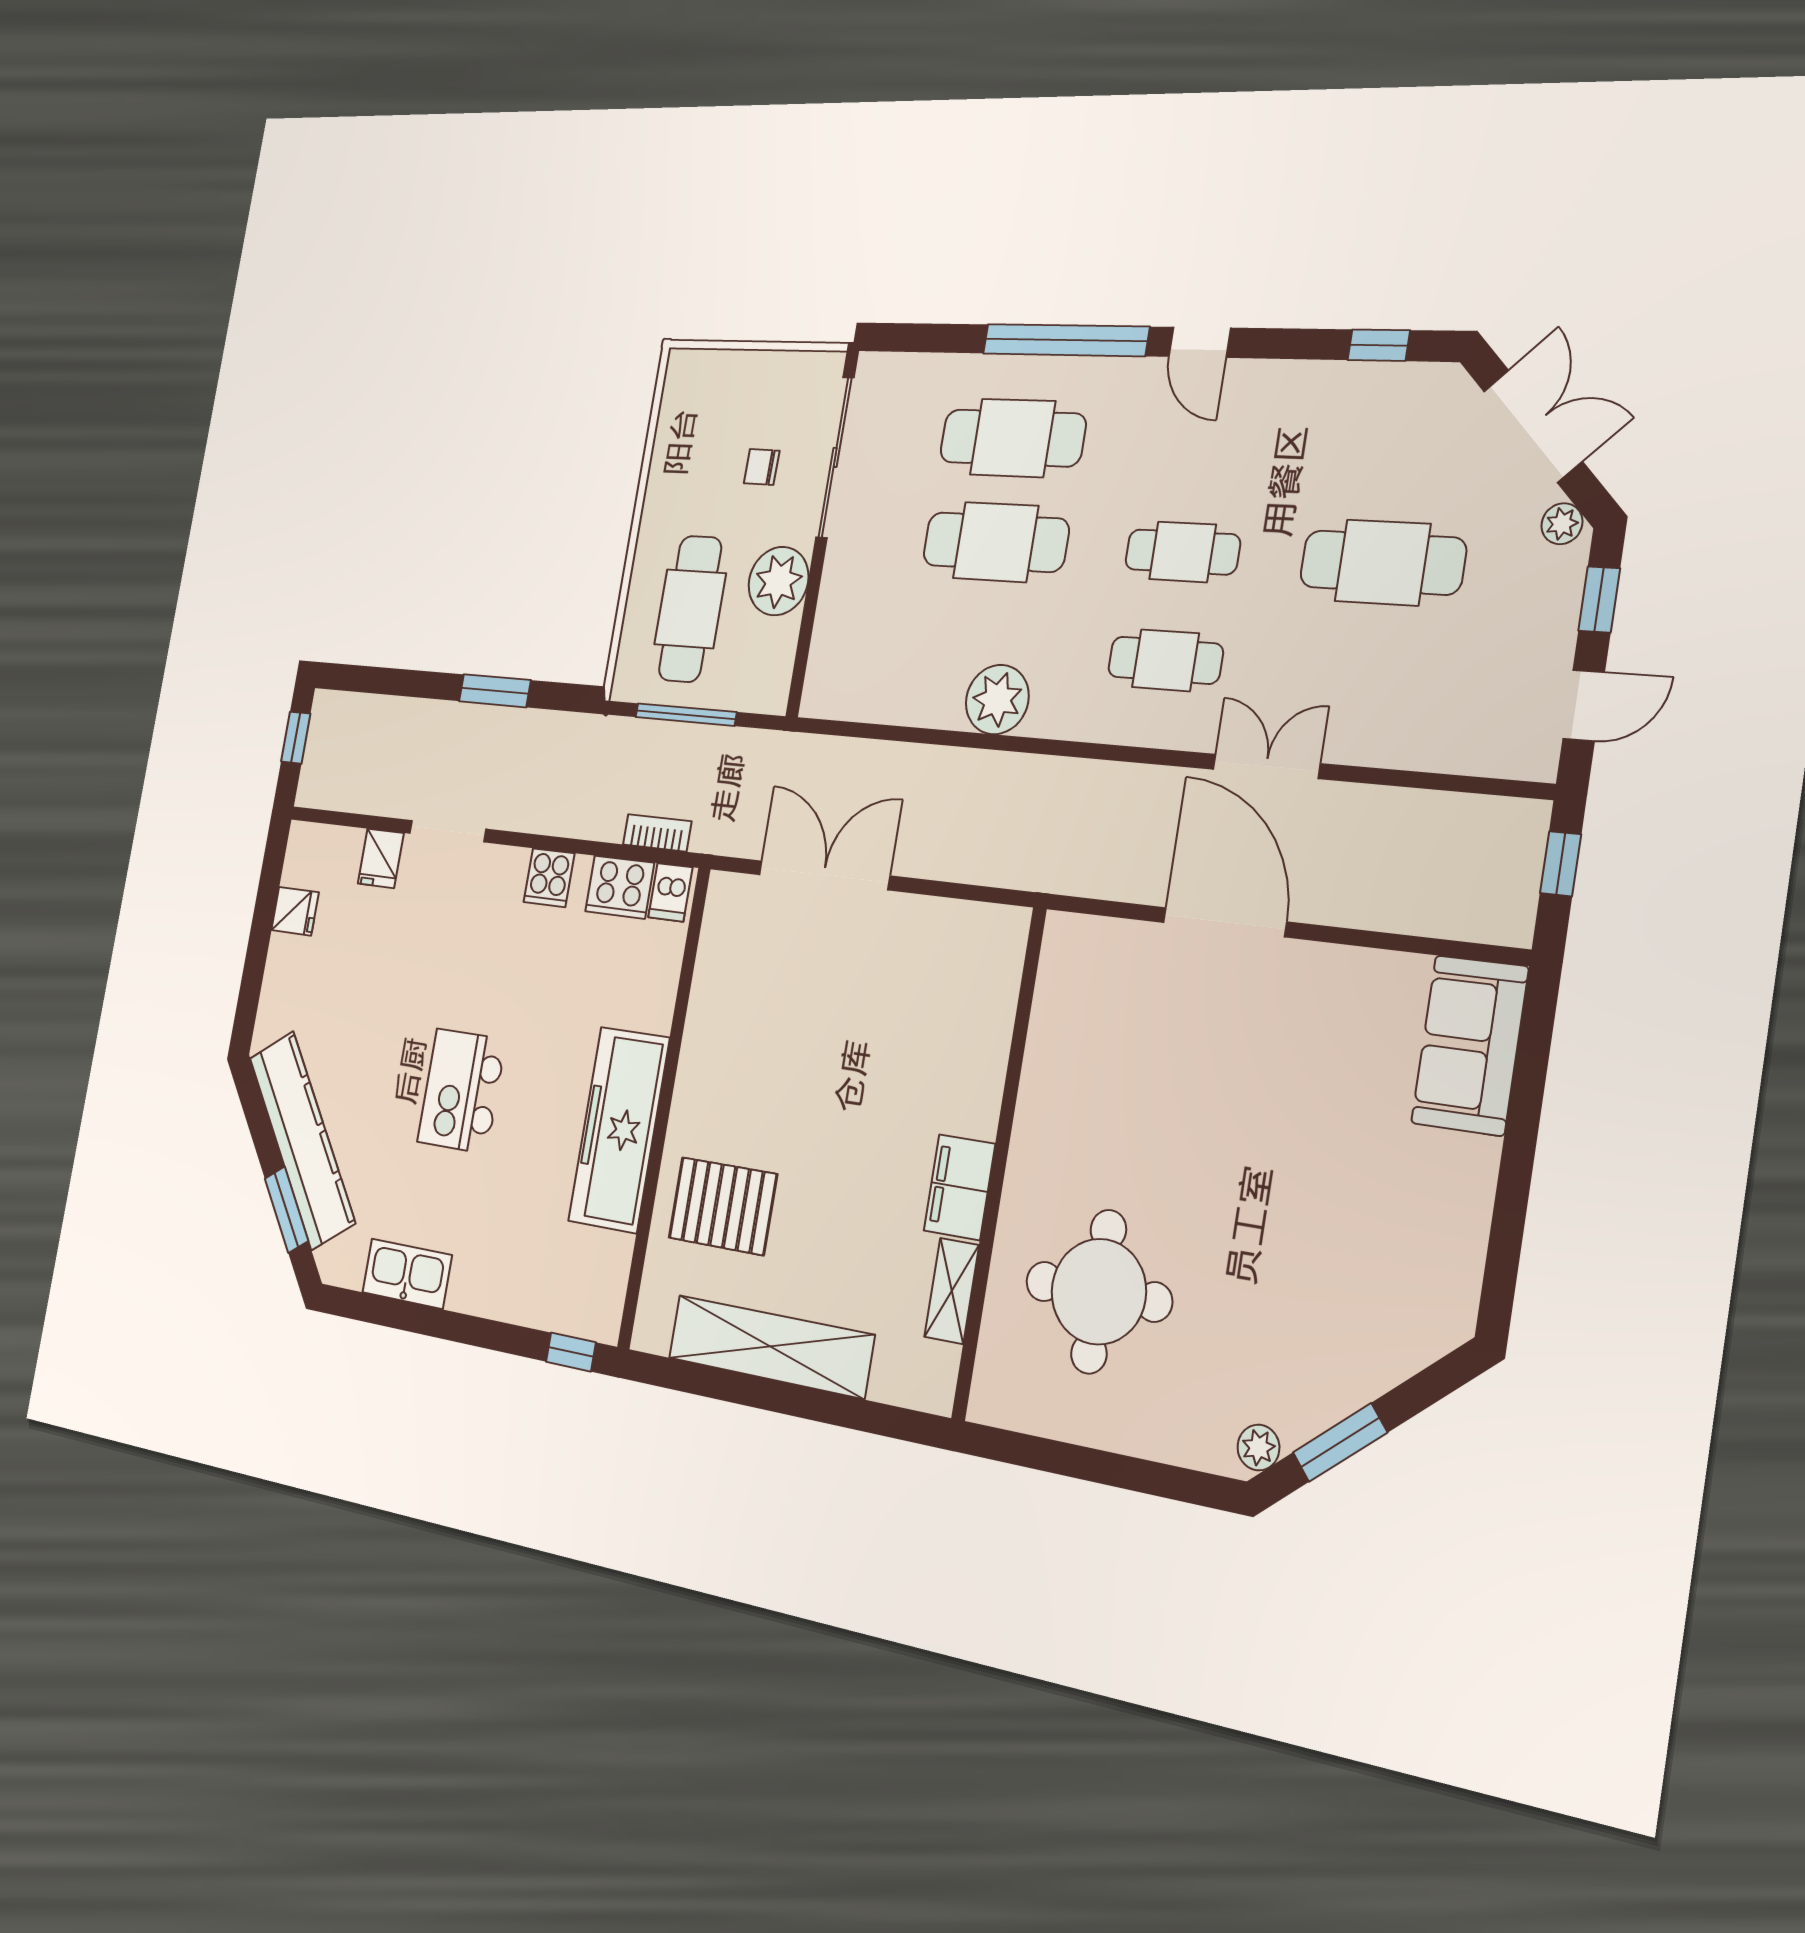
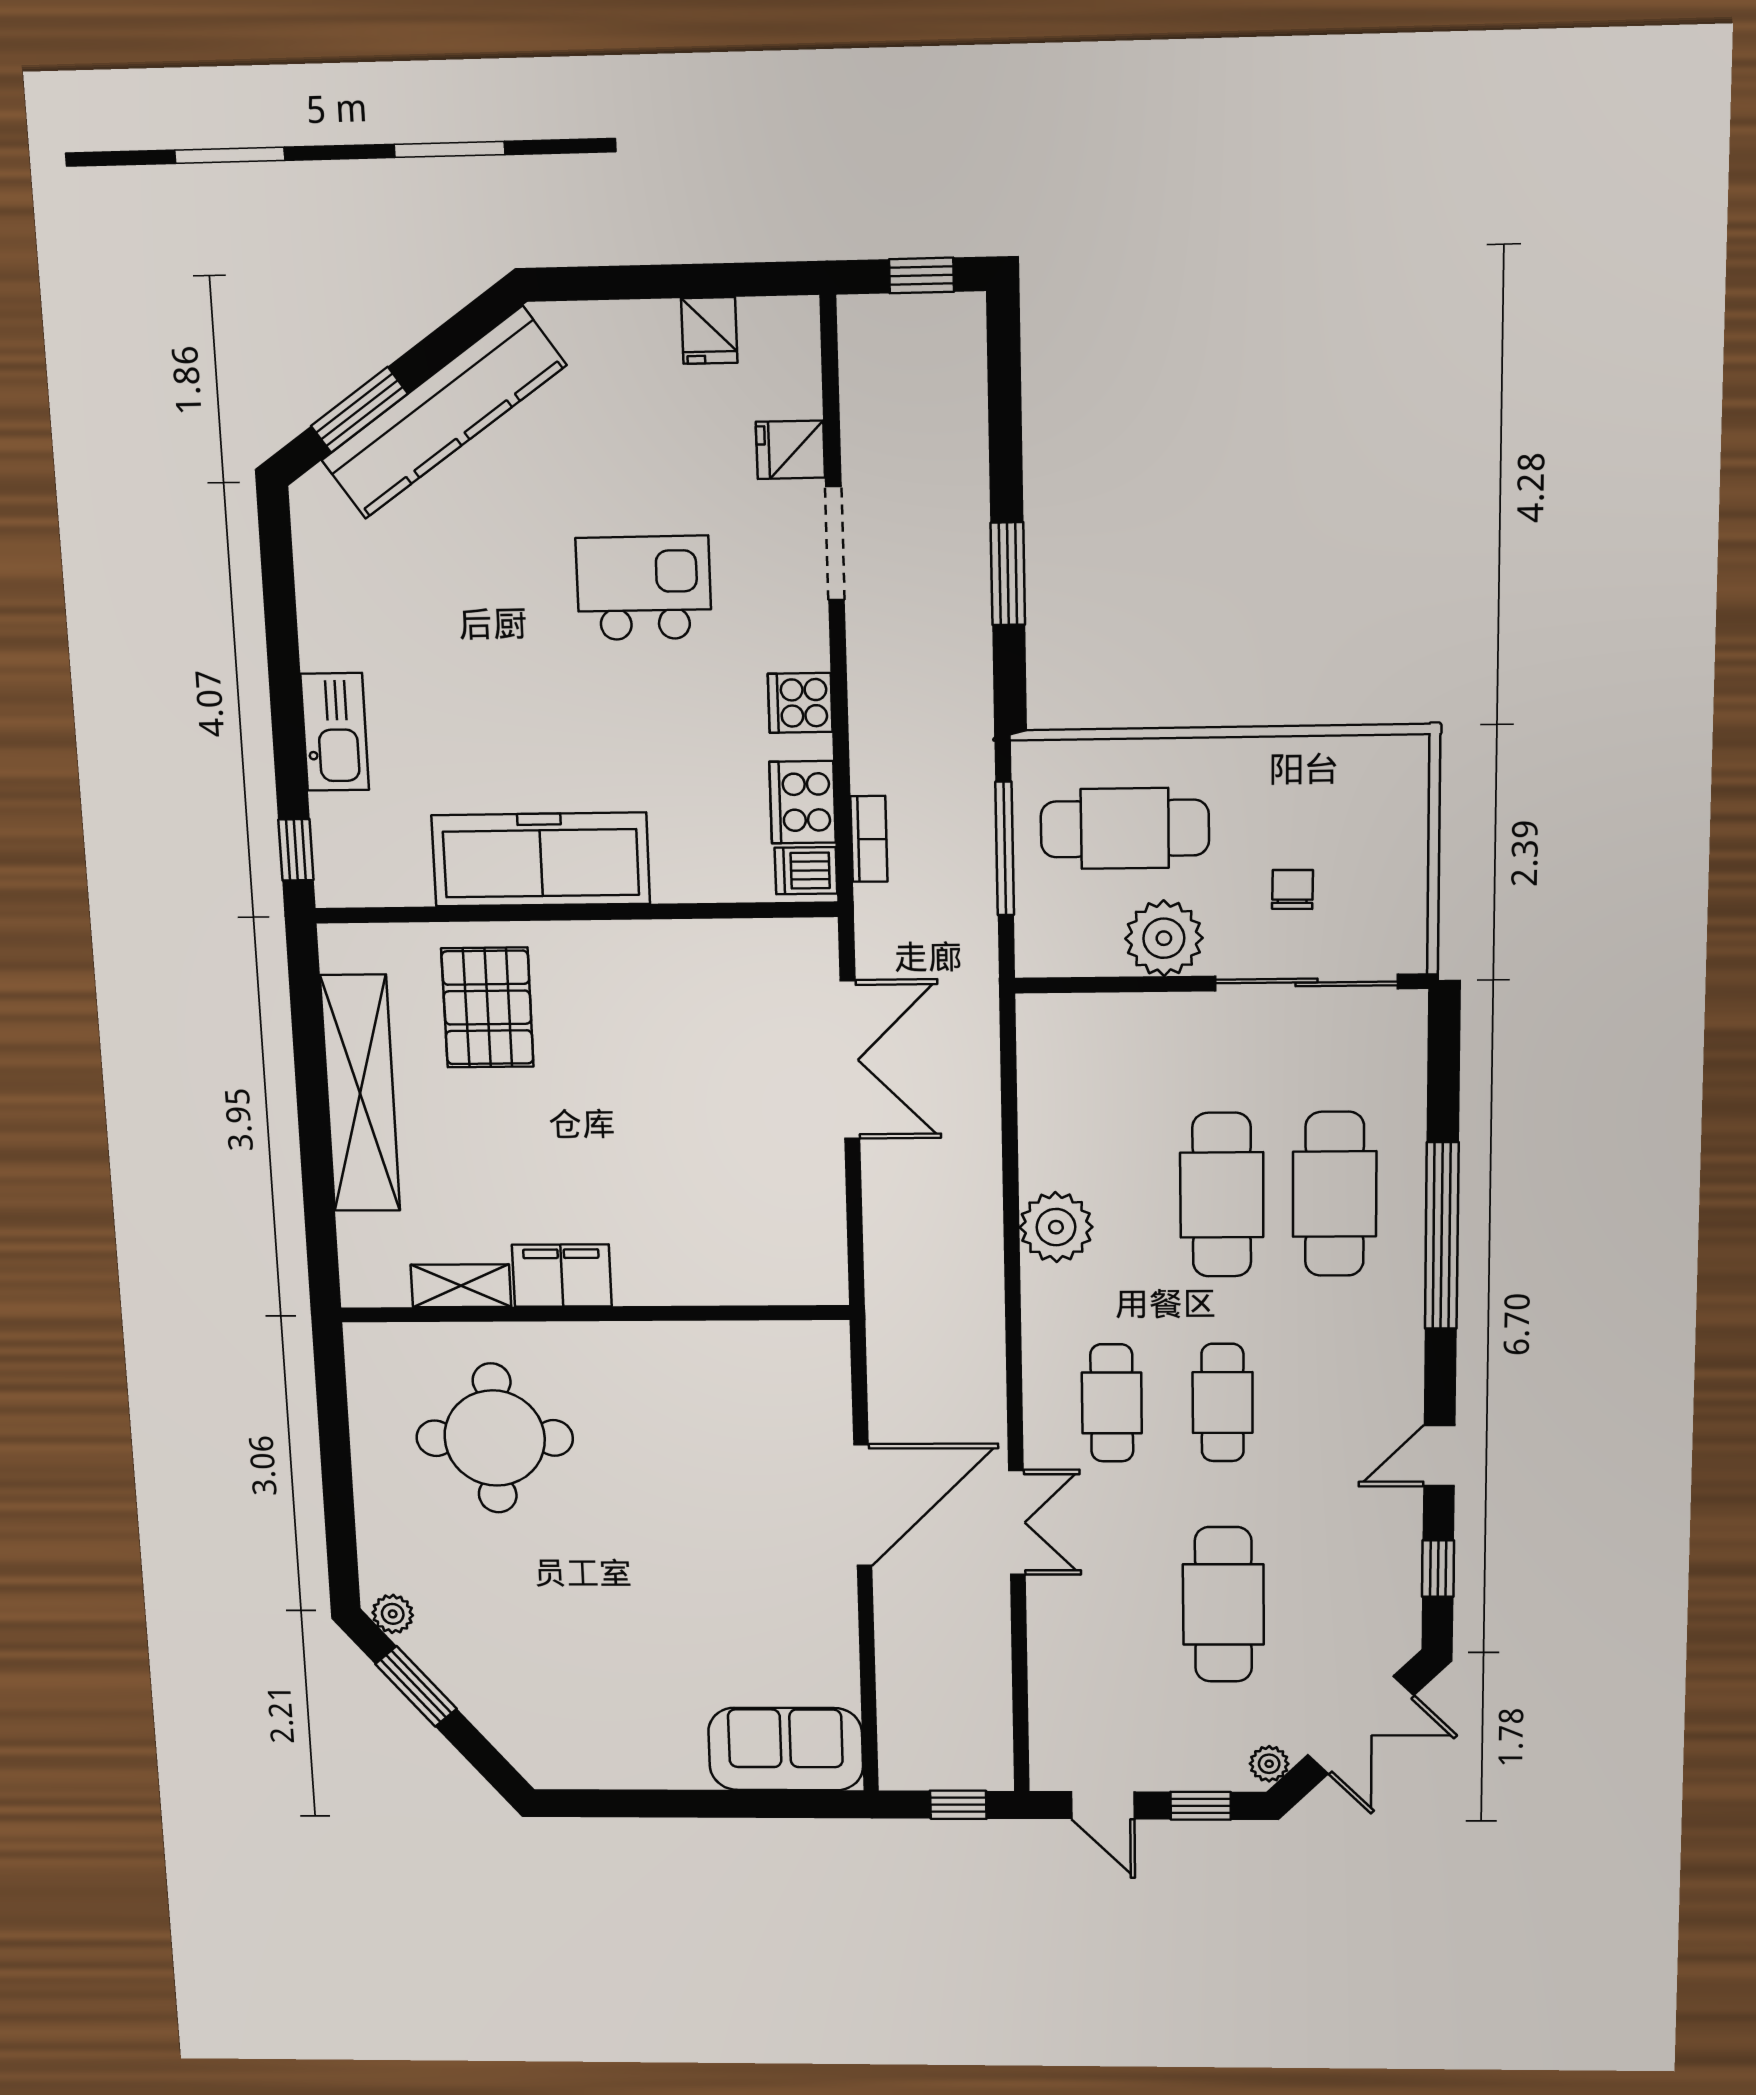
door: (1200, 342) -> (1439, 1456), moved
kitchen island: (462, 1091) -> (644, 588), moved
kitchen sink: (407, 1274) -> (335, 732), moved

